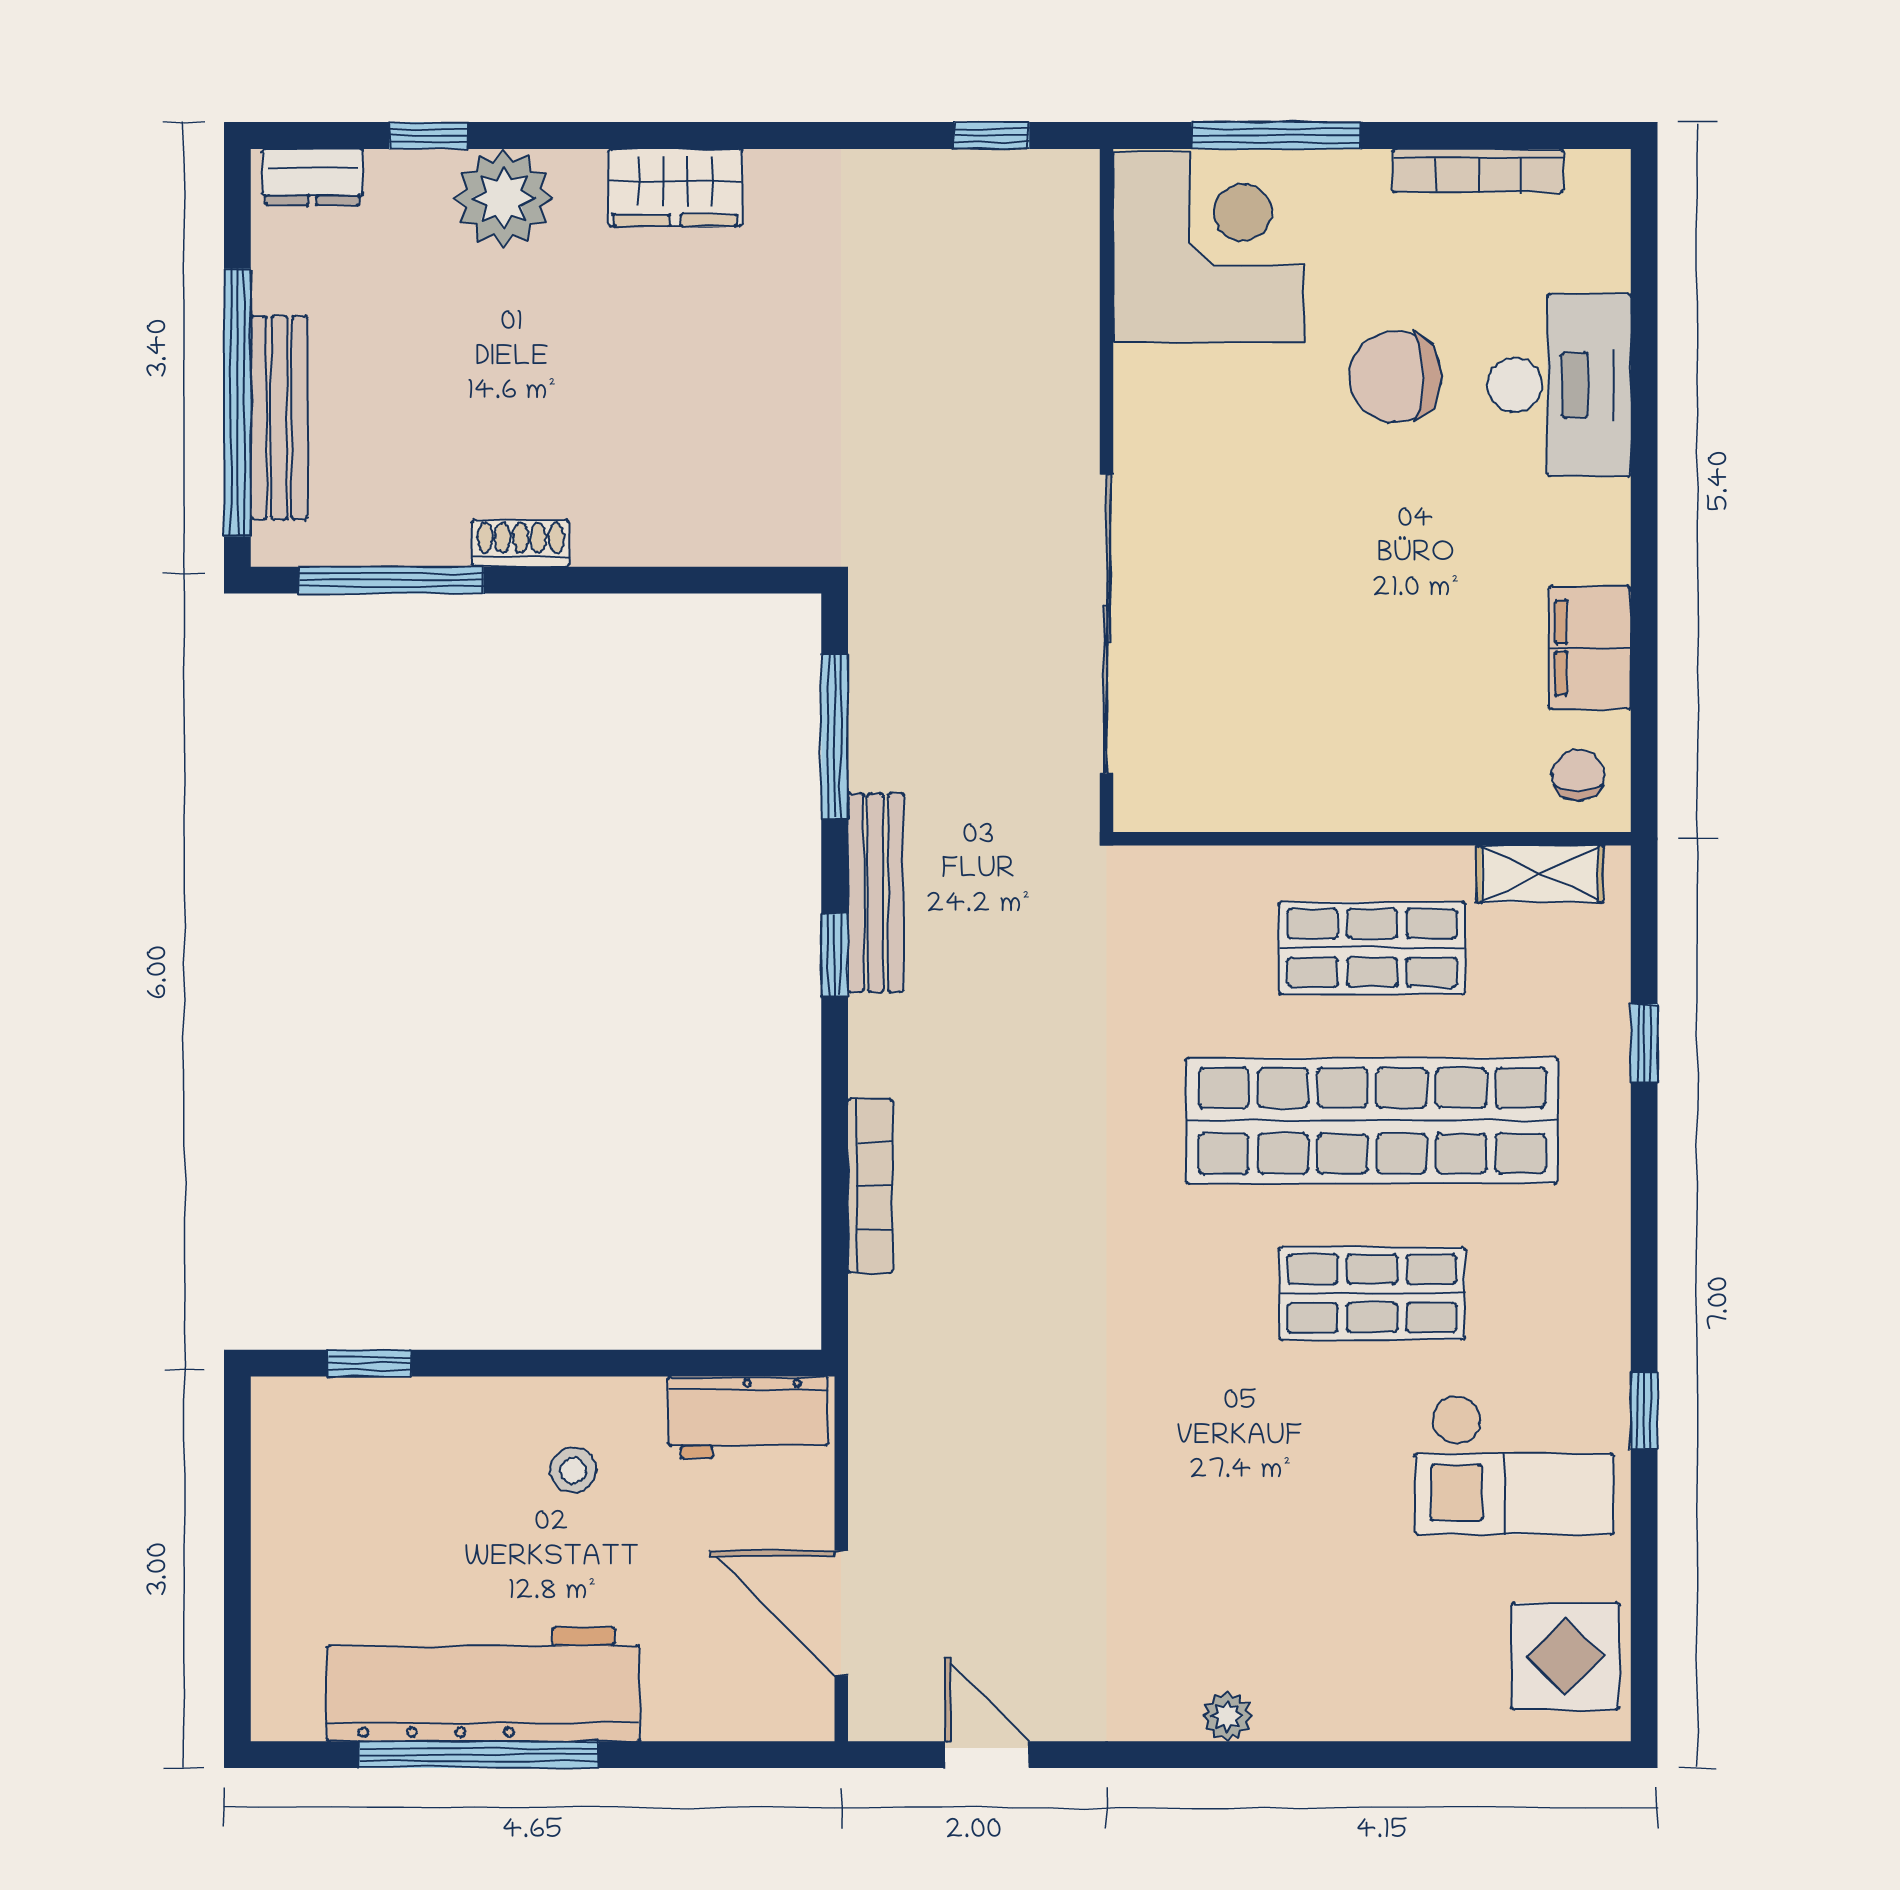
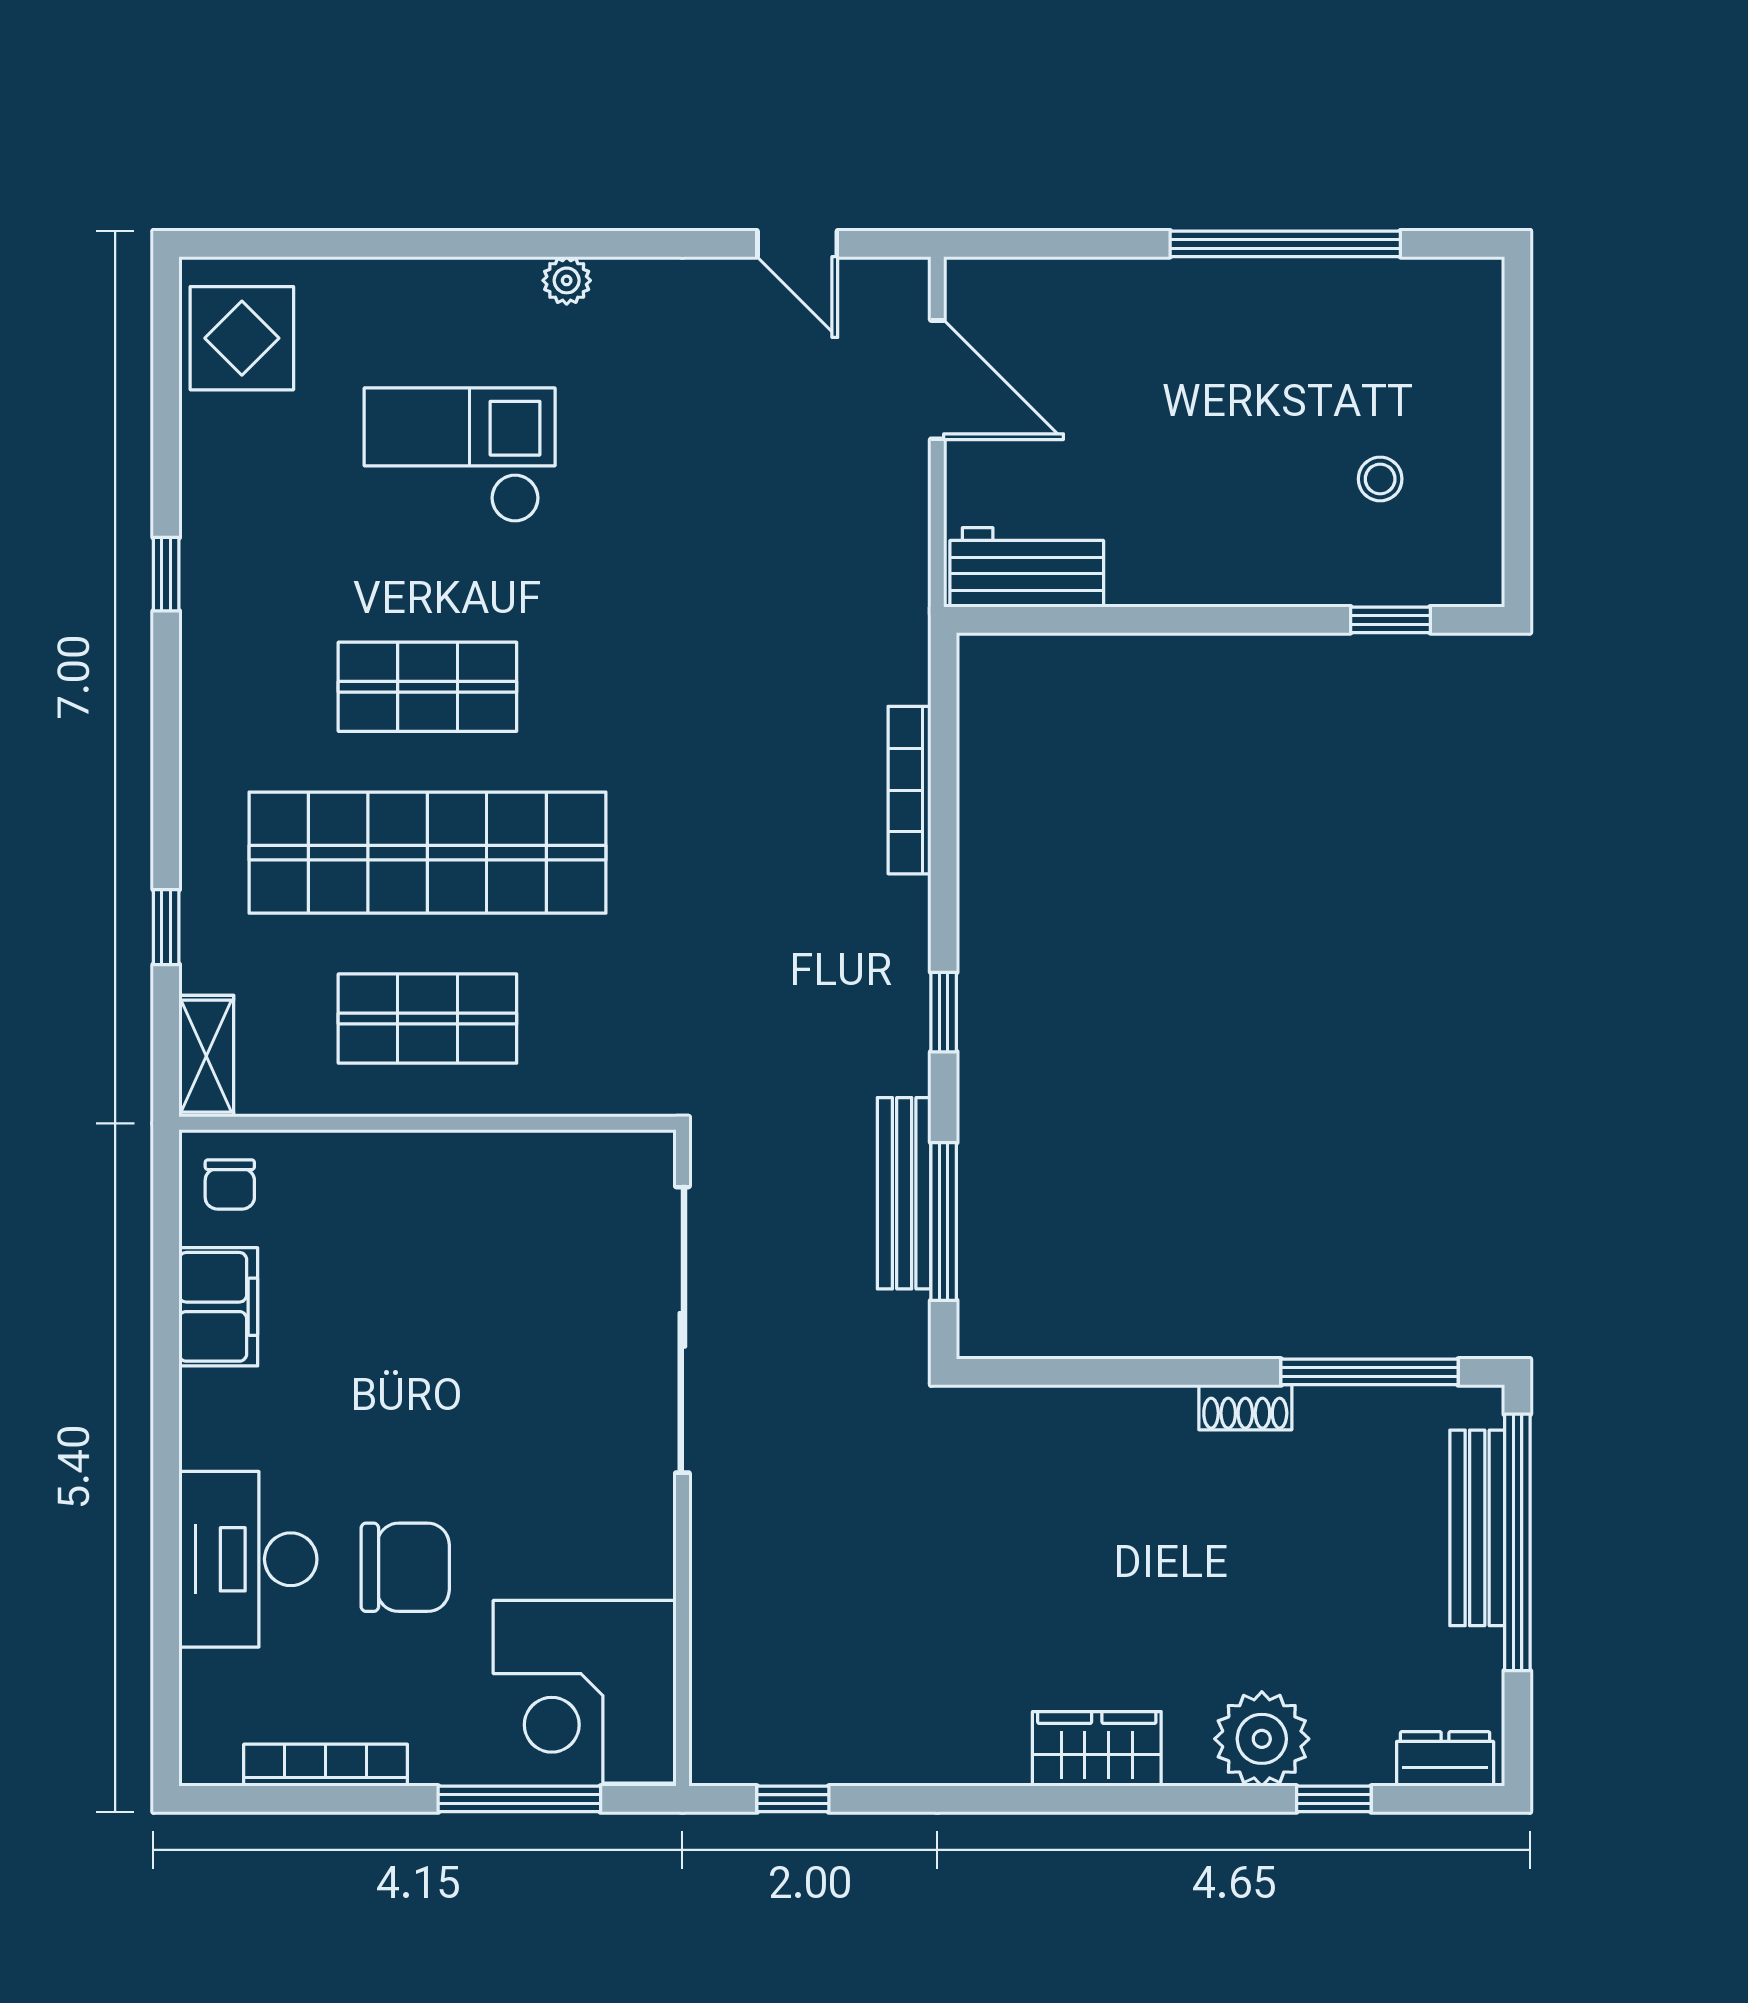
shelving: (1540, 874) -> (206, 1056), moved, turned 90
bench: (876, 893) -> (904, 1193), moved
checkout: (1514, 1465) -> (460, 455), moved
stool: (573, 1470) -> (1380, 479), moved
workbench: (483, 1684) -> (1281, 311), removed

